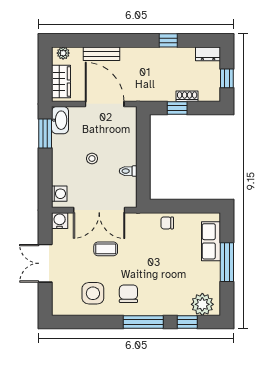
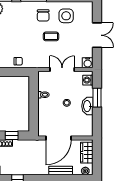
door: (105, 104) -> (59, 138), hinge flipped
washbasin: (60, 120) -> (87, 106), moved
window: (45, 134) -> (97, 98), moved
double door: (99, 210) -> (62, 69), width x0.73
coffee table: (106, 249) -> (51, 36), moved

